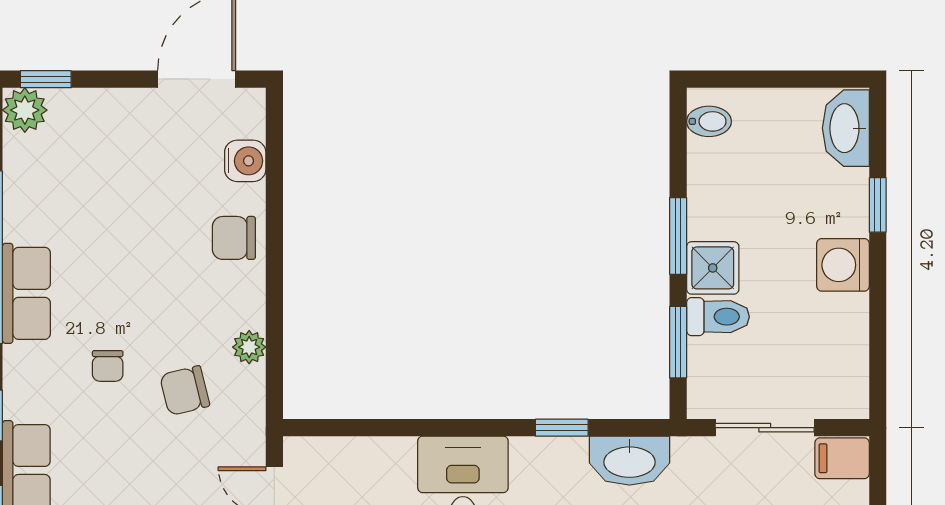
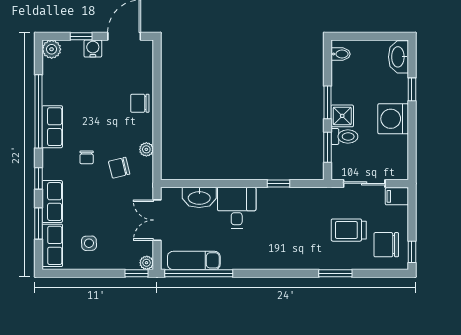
window: (46, 79) -> (81, 36), moved
water cooler: (245, 161) -> (93, 49), moved, turned -90
washing machine: (843, 265) -> (393, 119), width x1.37, depth x1.37
washbasin: (630, 461) -> (199, 197), moved

